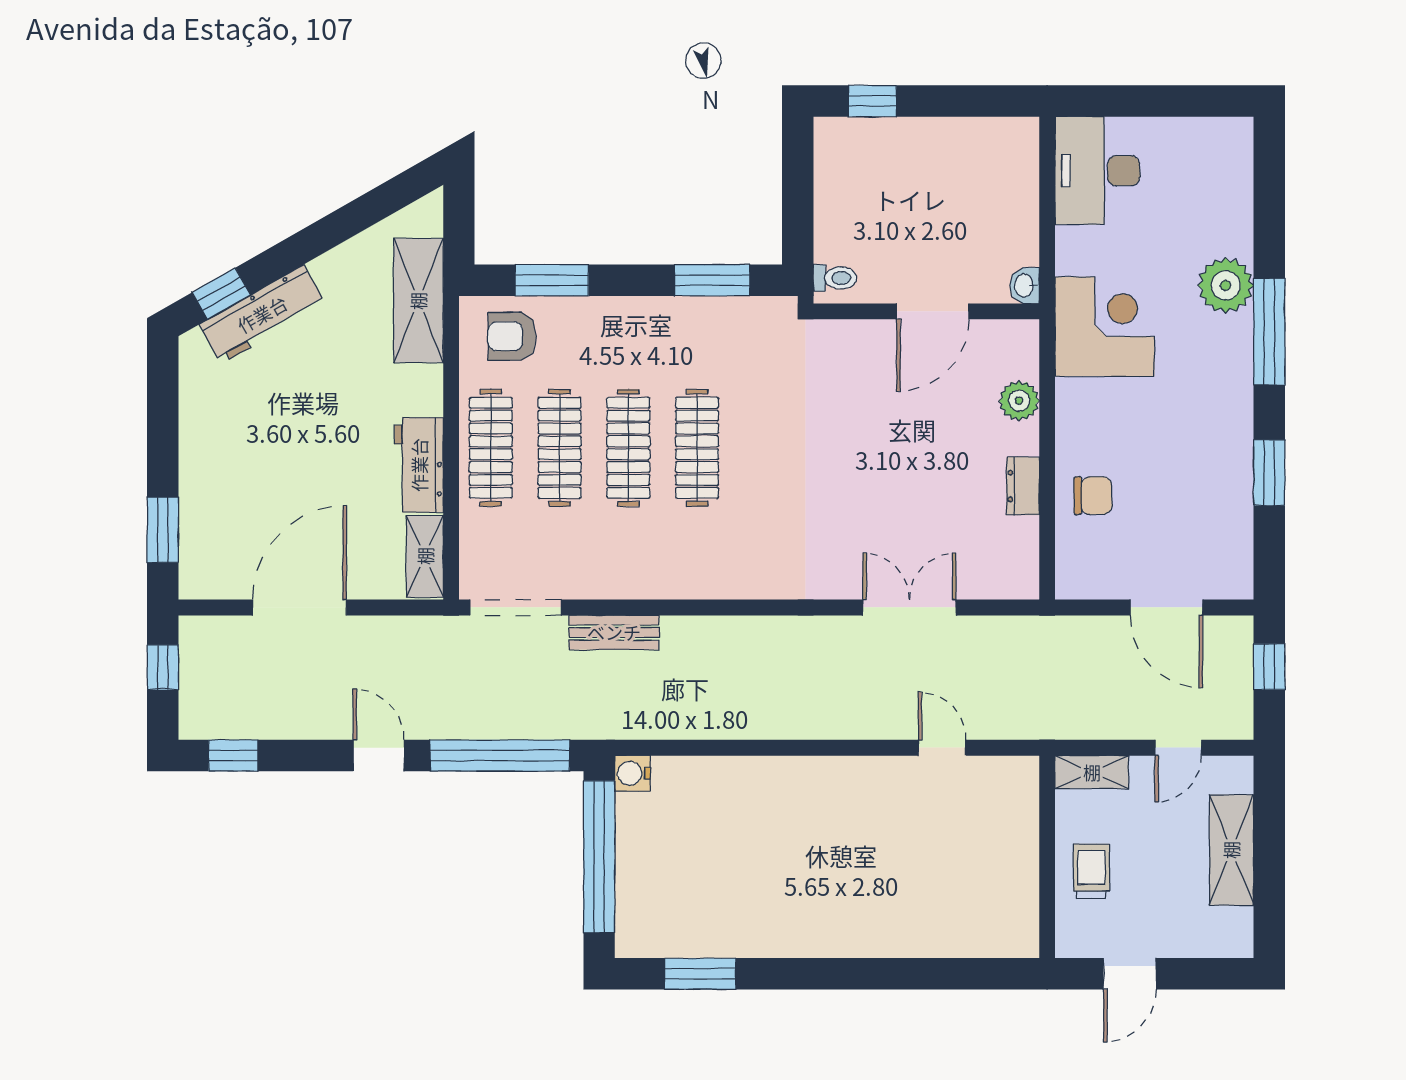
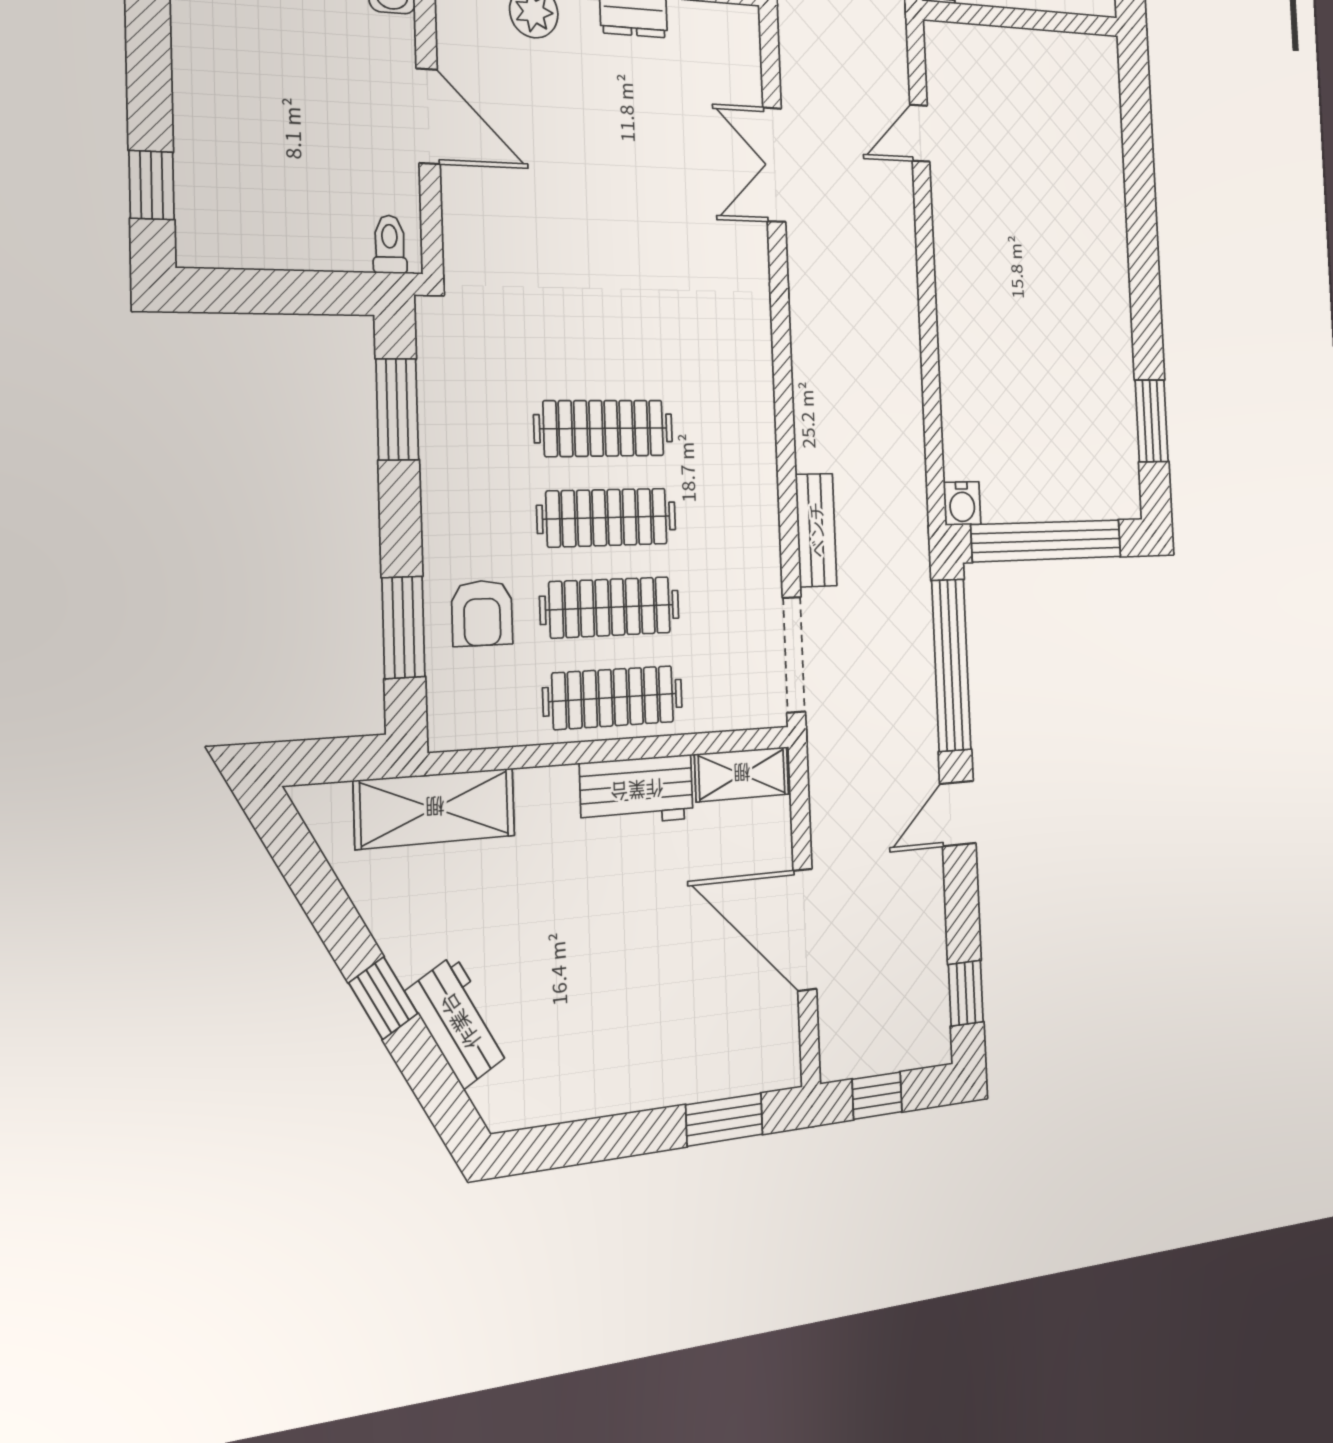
window: (221, 294) -> (383, 998), moved
workbench: (262, 314) -> (459, 1022), width x0.73
armchair: (512, 336) -> (482, 613), moved

